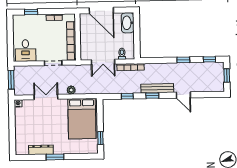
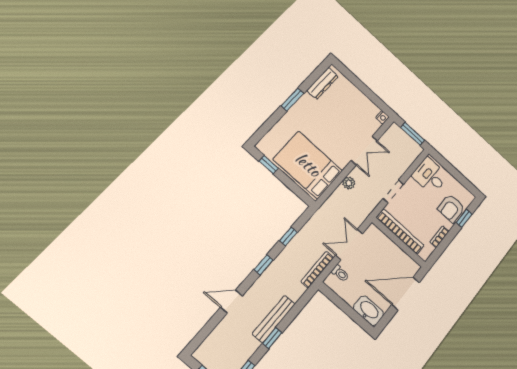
armchair: (32, 24) -> (451, 208), added
bench: (157, 88) -> (274, 319), moved
dresser: (41, 150) -> (323, 83), moved

